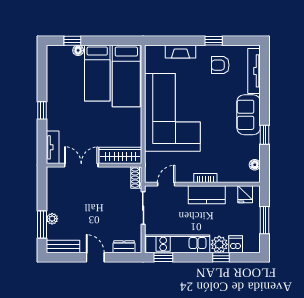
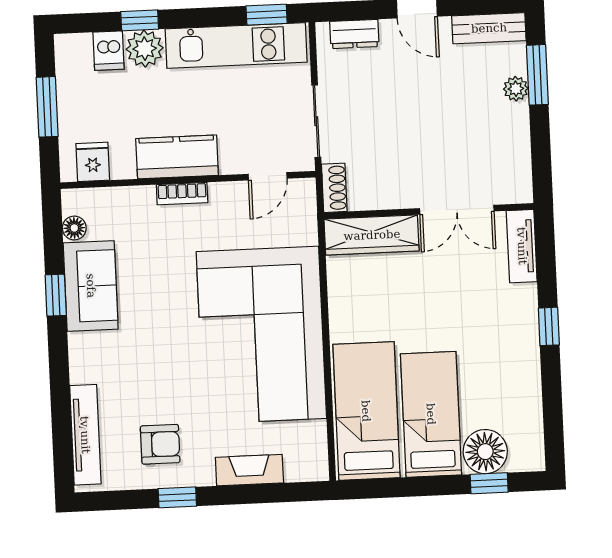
floor lamp: (78, 50) -> (485, 452), width x1.89, depth x1.89
sofa: (249, 115) -> (91, 286), moved

